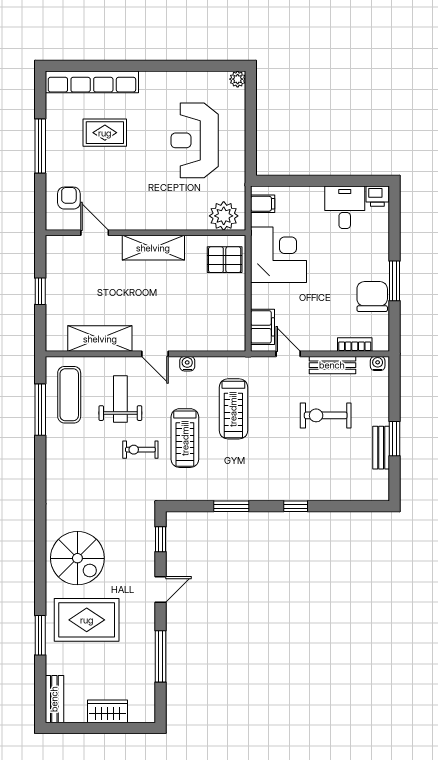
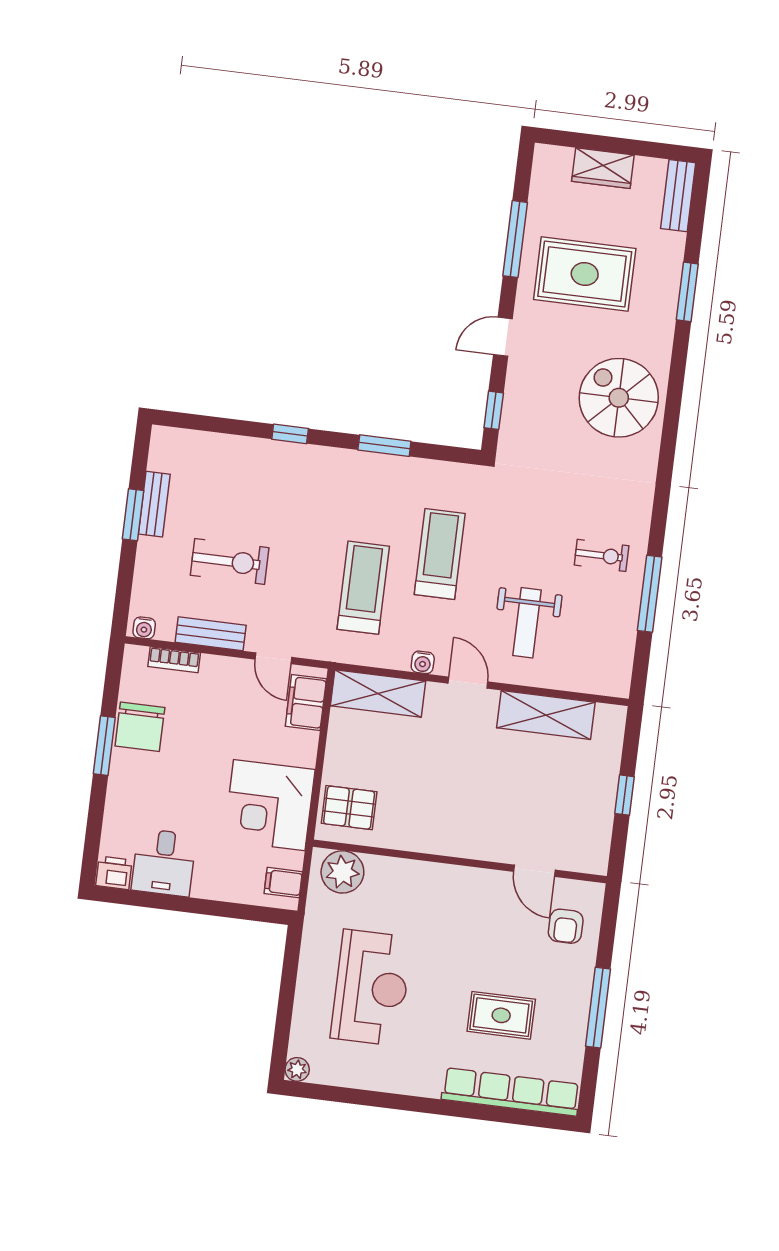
shelving: (153, 248) -> (378, 693), moved
exercise mat: (69, 395) -> (601, 638), removed
window: (40, 410) -> (650, 594), moved
exercise bike: (140, 450) -> (602, 555), moved
rug: (87, 620) -> (585, 274), moved

